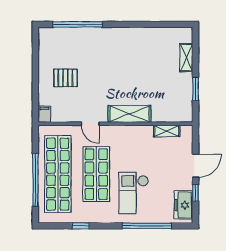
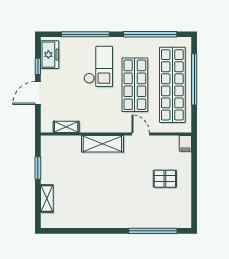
window: (81, 226) -> (150, 34), width x3.17

